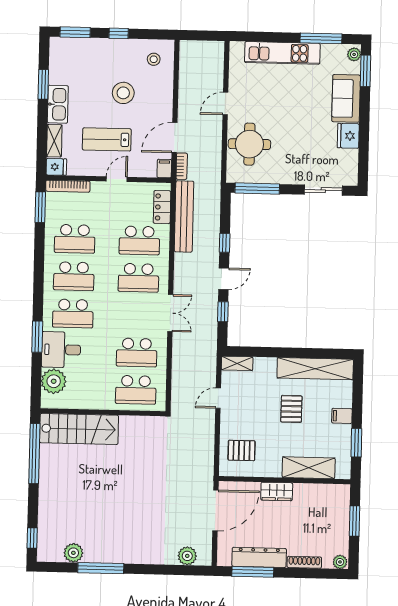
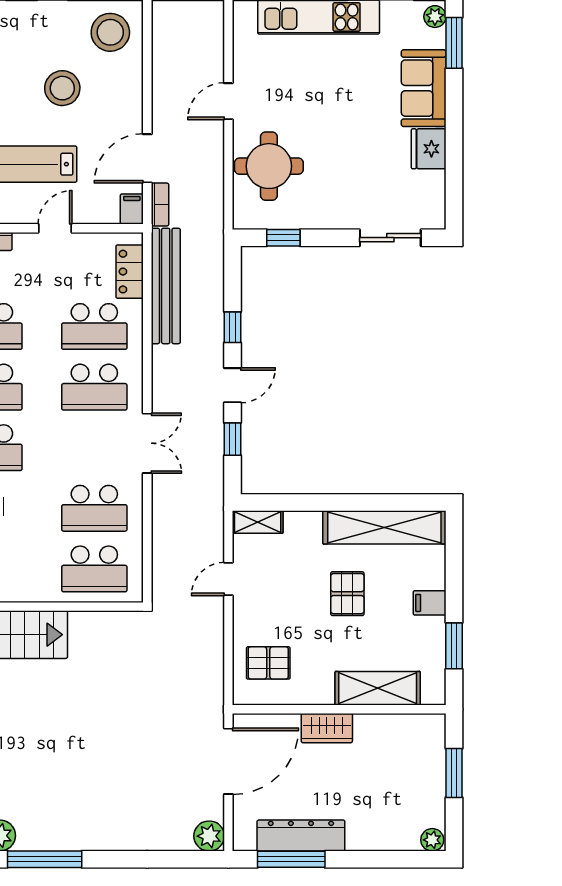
stool: (154, 59) -> (110, 32), width x1.89, depth x1.89
window: (257, 188) -> (283, 238), width x0.46
plant: (187, 556) -> (209, 836), moved
shoe rack: (304, 562) -> (374, 842), removed

